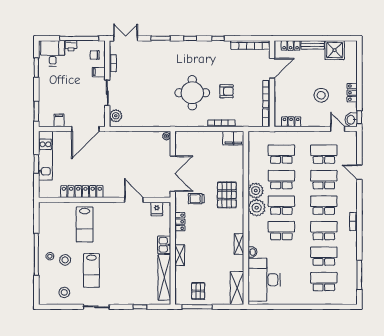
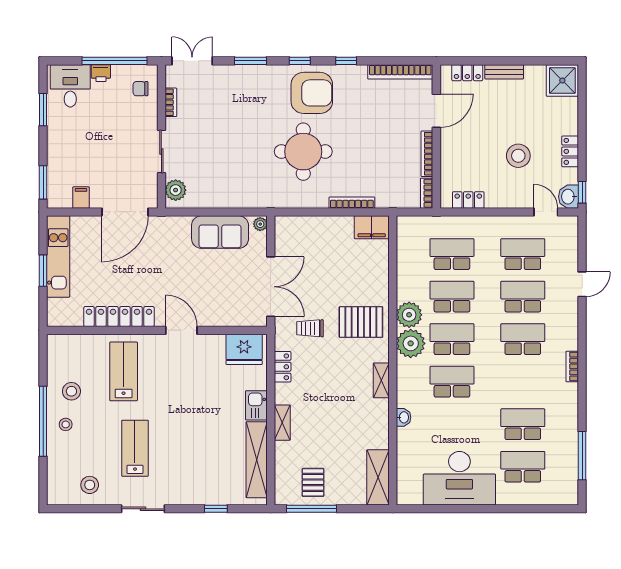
shower: (335, 50) -> (562, 80), moved
filing cabinet: (99, 72) -> (147, 117), removed
armchair: (227, 91) -> (312, 93), moved, width x1.88, depth x1.88
sofa: (142, 141) -> (220, 232), added
door: (359, 172) -> (582, 284), swing flipped
pallet: (227, 195) -> (361, 322), turned 90
door: (134, 200) -> (181, 330), moved
fridge: (157, 209) -> (244, 349), width x1.88, depth x1.34
lab bench: (85, 224) -> (124, 371), turned 180
school desk: (324, 231) -> (523, 382), removed
shelving: (239, 244) -> (381, 380), moved
stool: (65, 260) -> (71, 391), moved
lab bench: (91, 270) -> (135, 448), turned 180
desk: (264, 280) -> (459, 478), moved, turned -90

